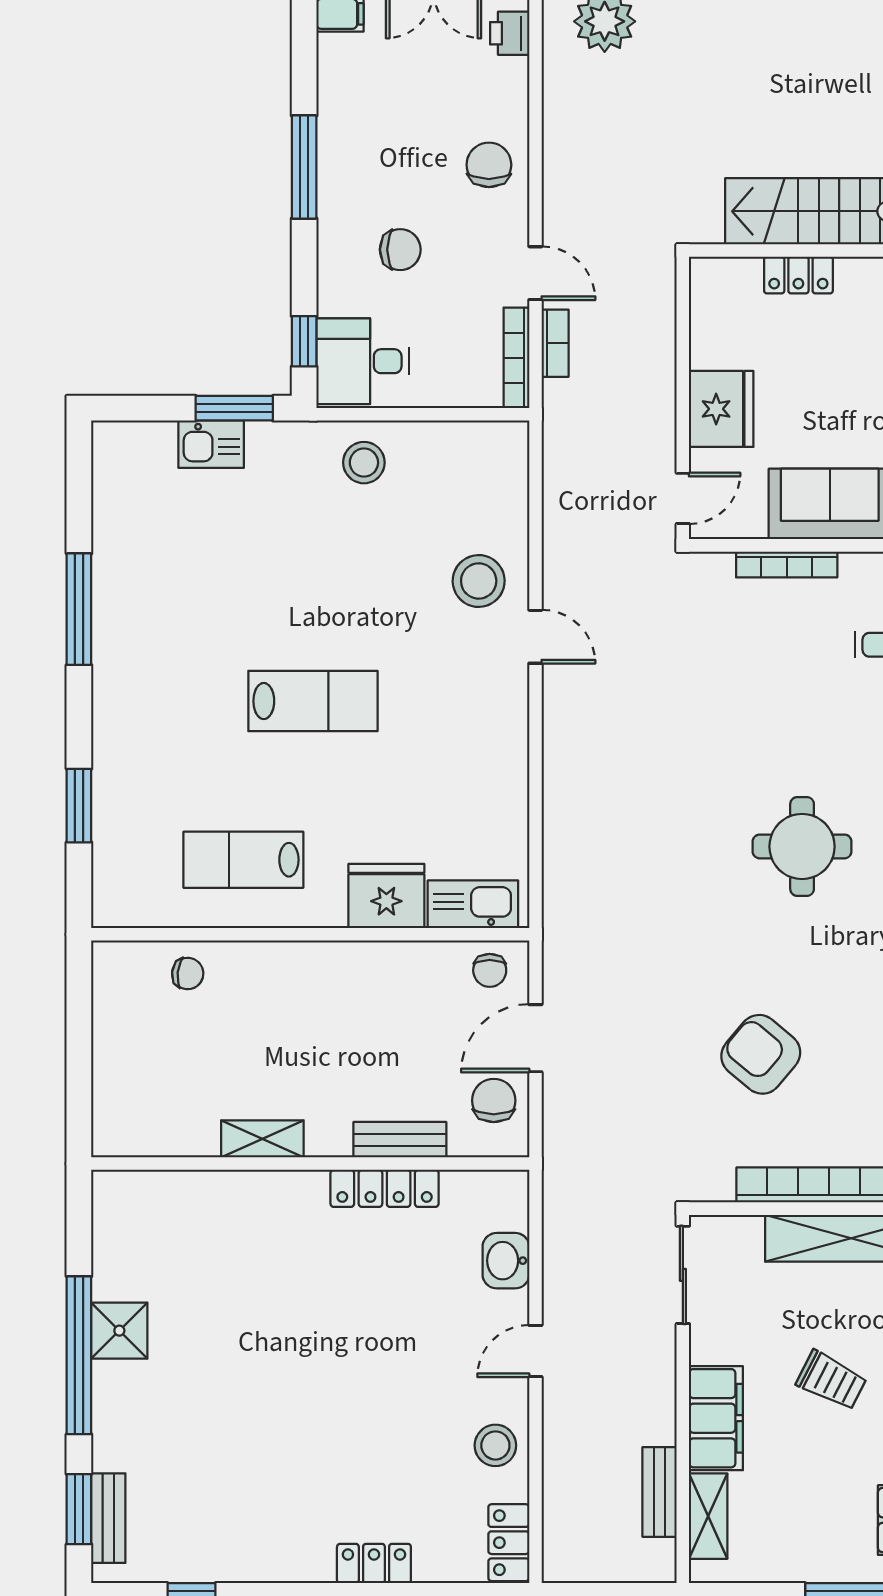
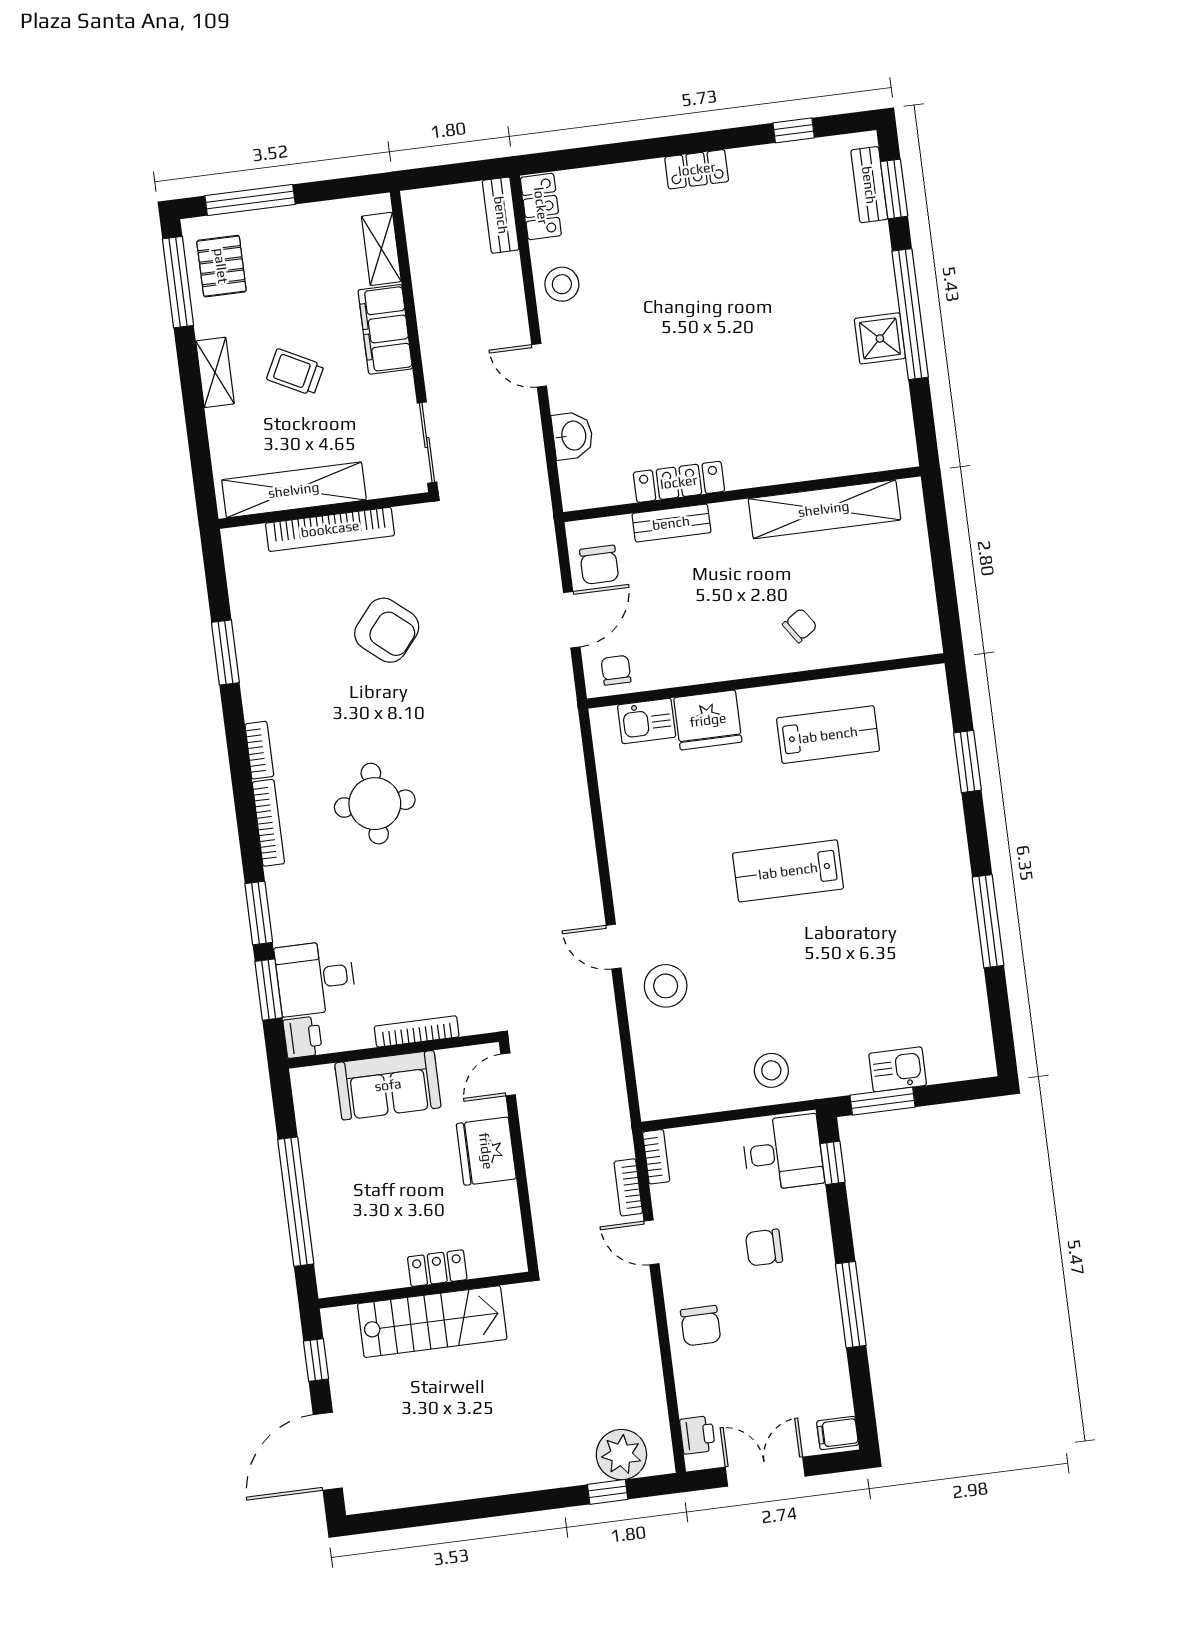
bookcase: (516, 358) -> (656, 1157), width x0.64
kitchen sink: (473, 904) -> (647, 721), width x0.73
chair: (188, 973) -> (800, 626), moved, turned 140
shelving: (262, 1139) -> (824, 509), width x2.20, depth x1.33
door: (535, 1351) -> (539, 365), swing flipped
bench: (660, 1492) -> (501, 215), moved
locker: (374, 1564) -> (697, 169), moved

